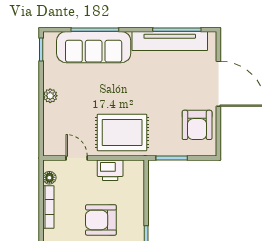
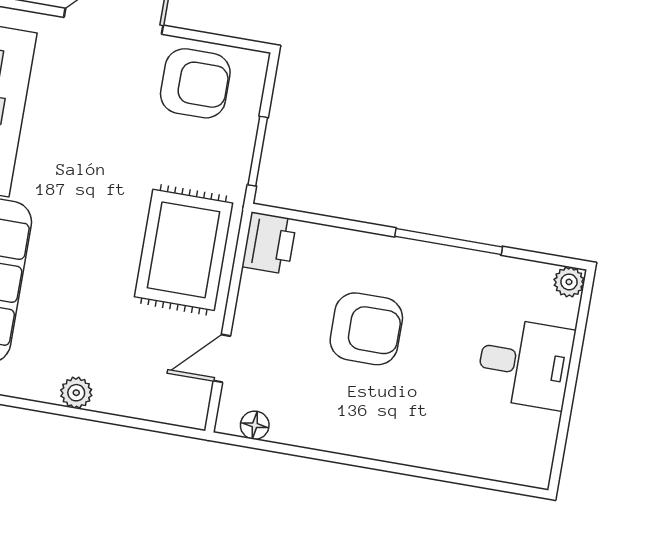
printer: (110, 170) -> (269, 243), moved
bookcase: (48, 207) -> (318, 438), removed
armchair: (101, 220) -> (366, 329), turned -90

